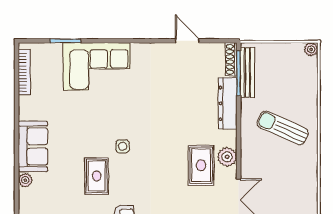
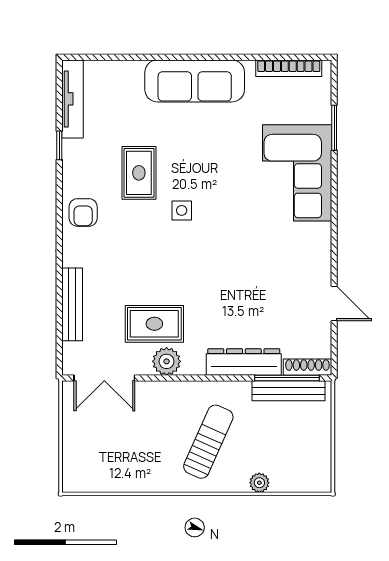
door: (187, 41) -> (334, 303), hinge flipped
plant: (311, 49) -> (259, 483), moved
sofa: (33, 146) -> (195, 81), width x1.36
rug: (97, 176) -> (139, 173), turned 90
plant: (25, 180) -> (133, 70), removed

